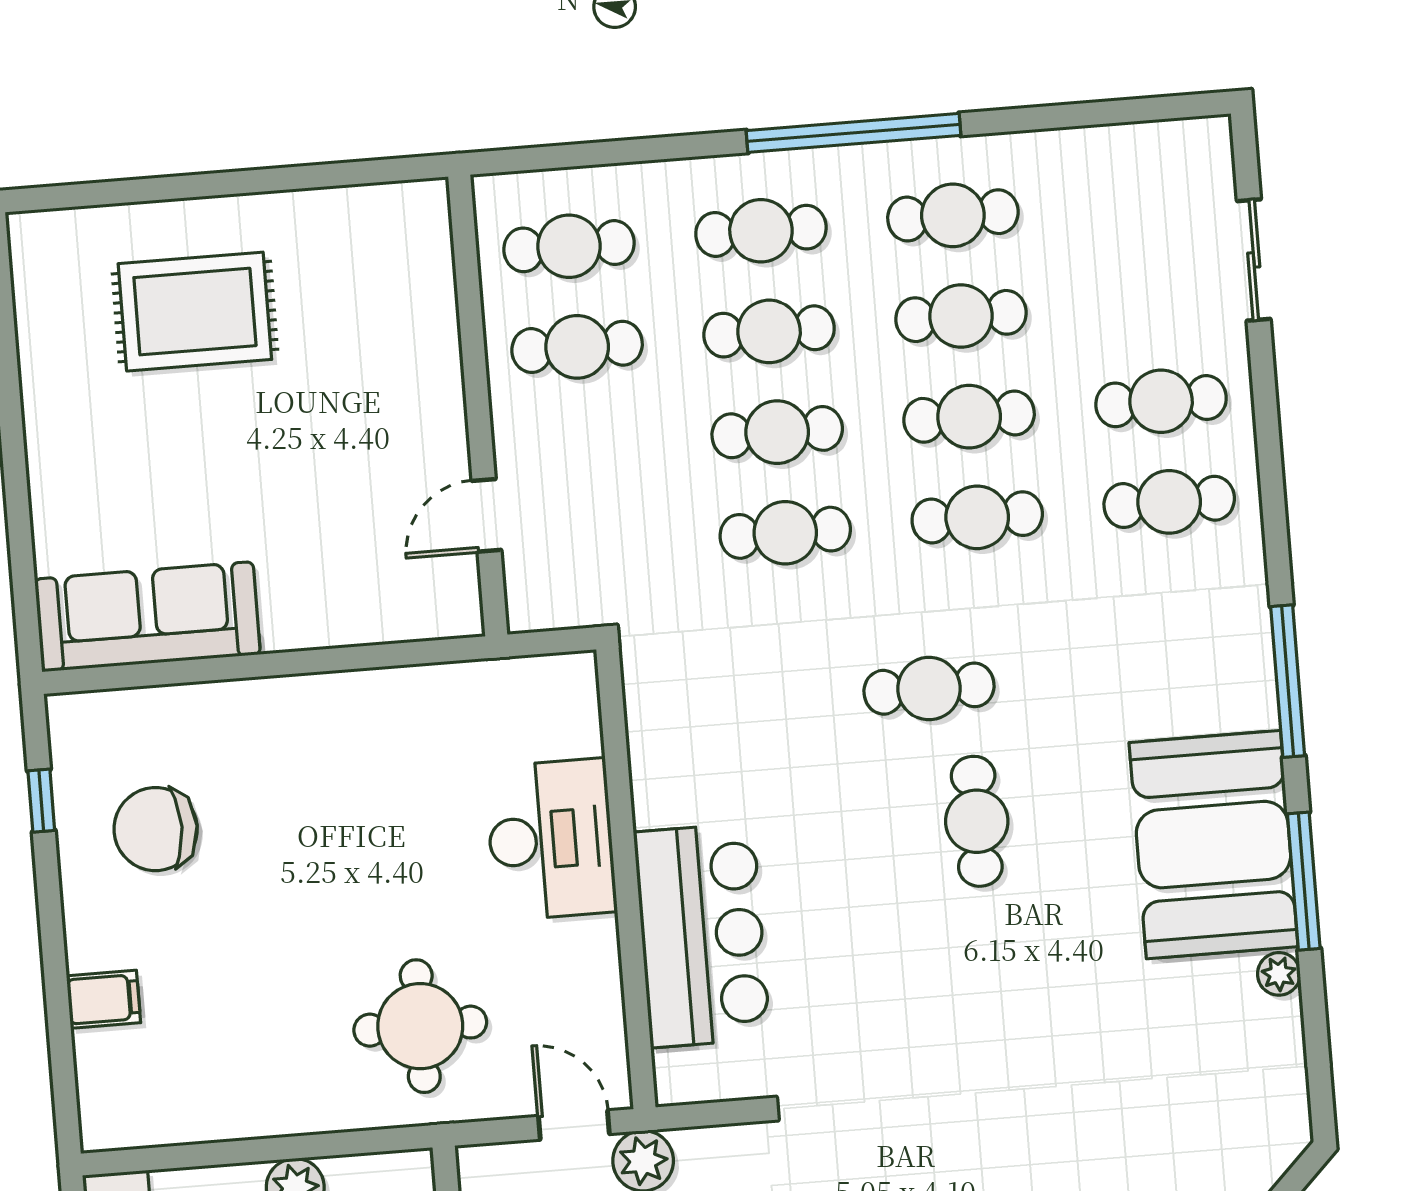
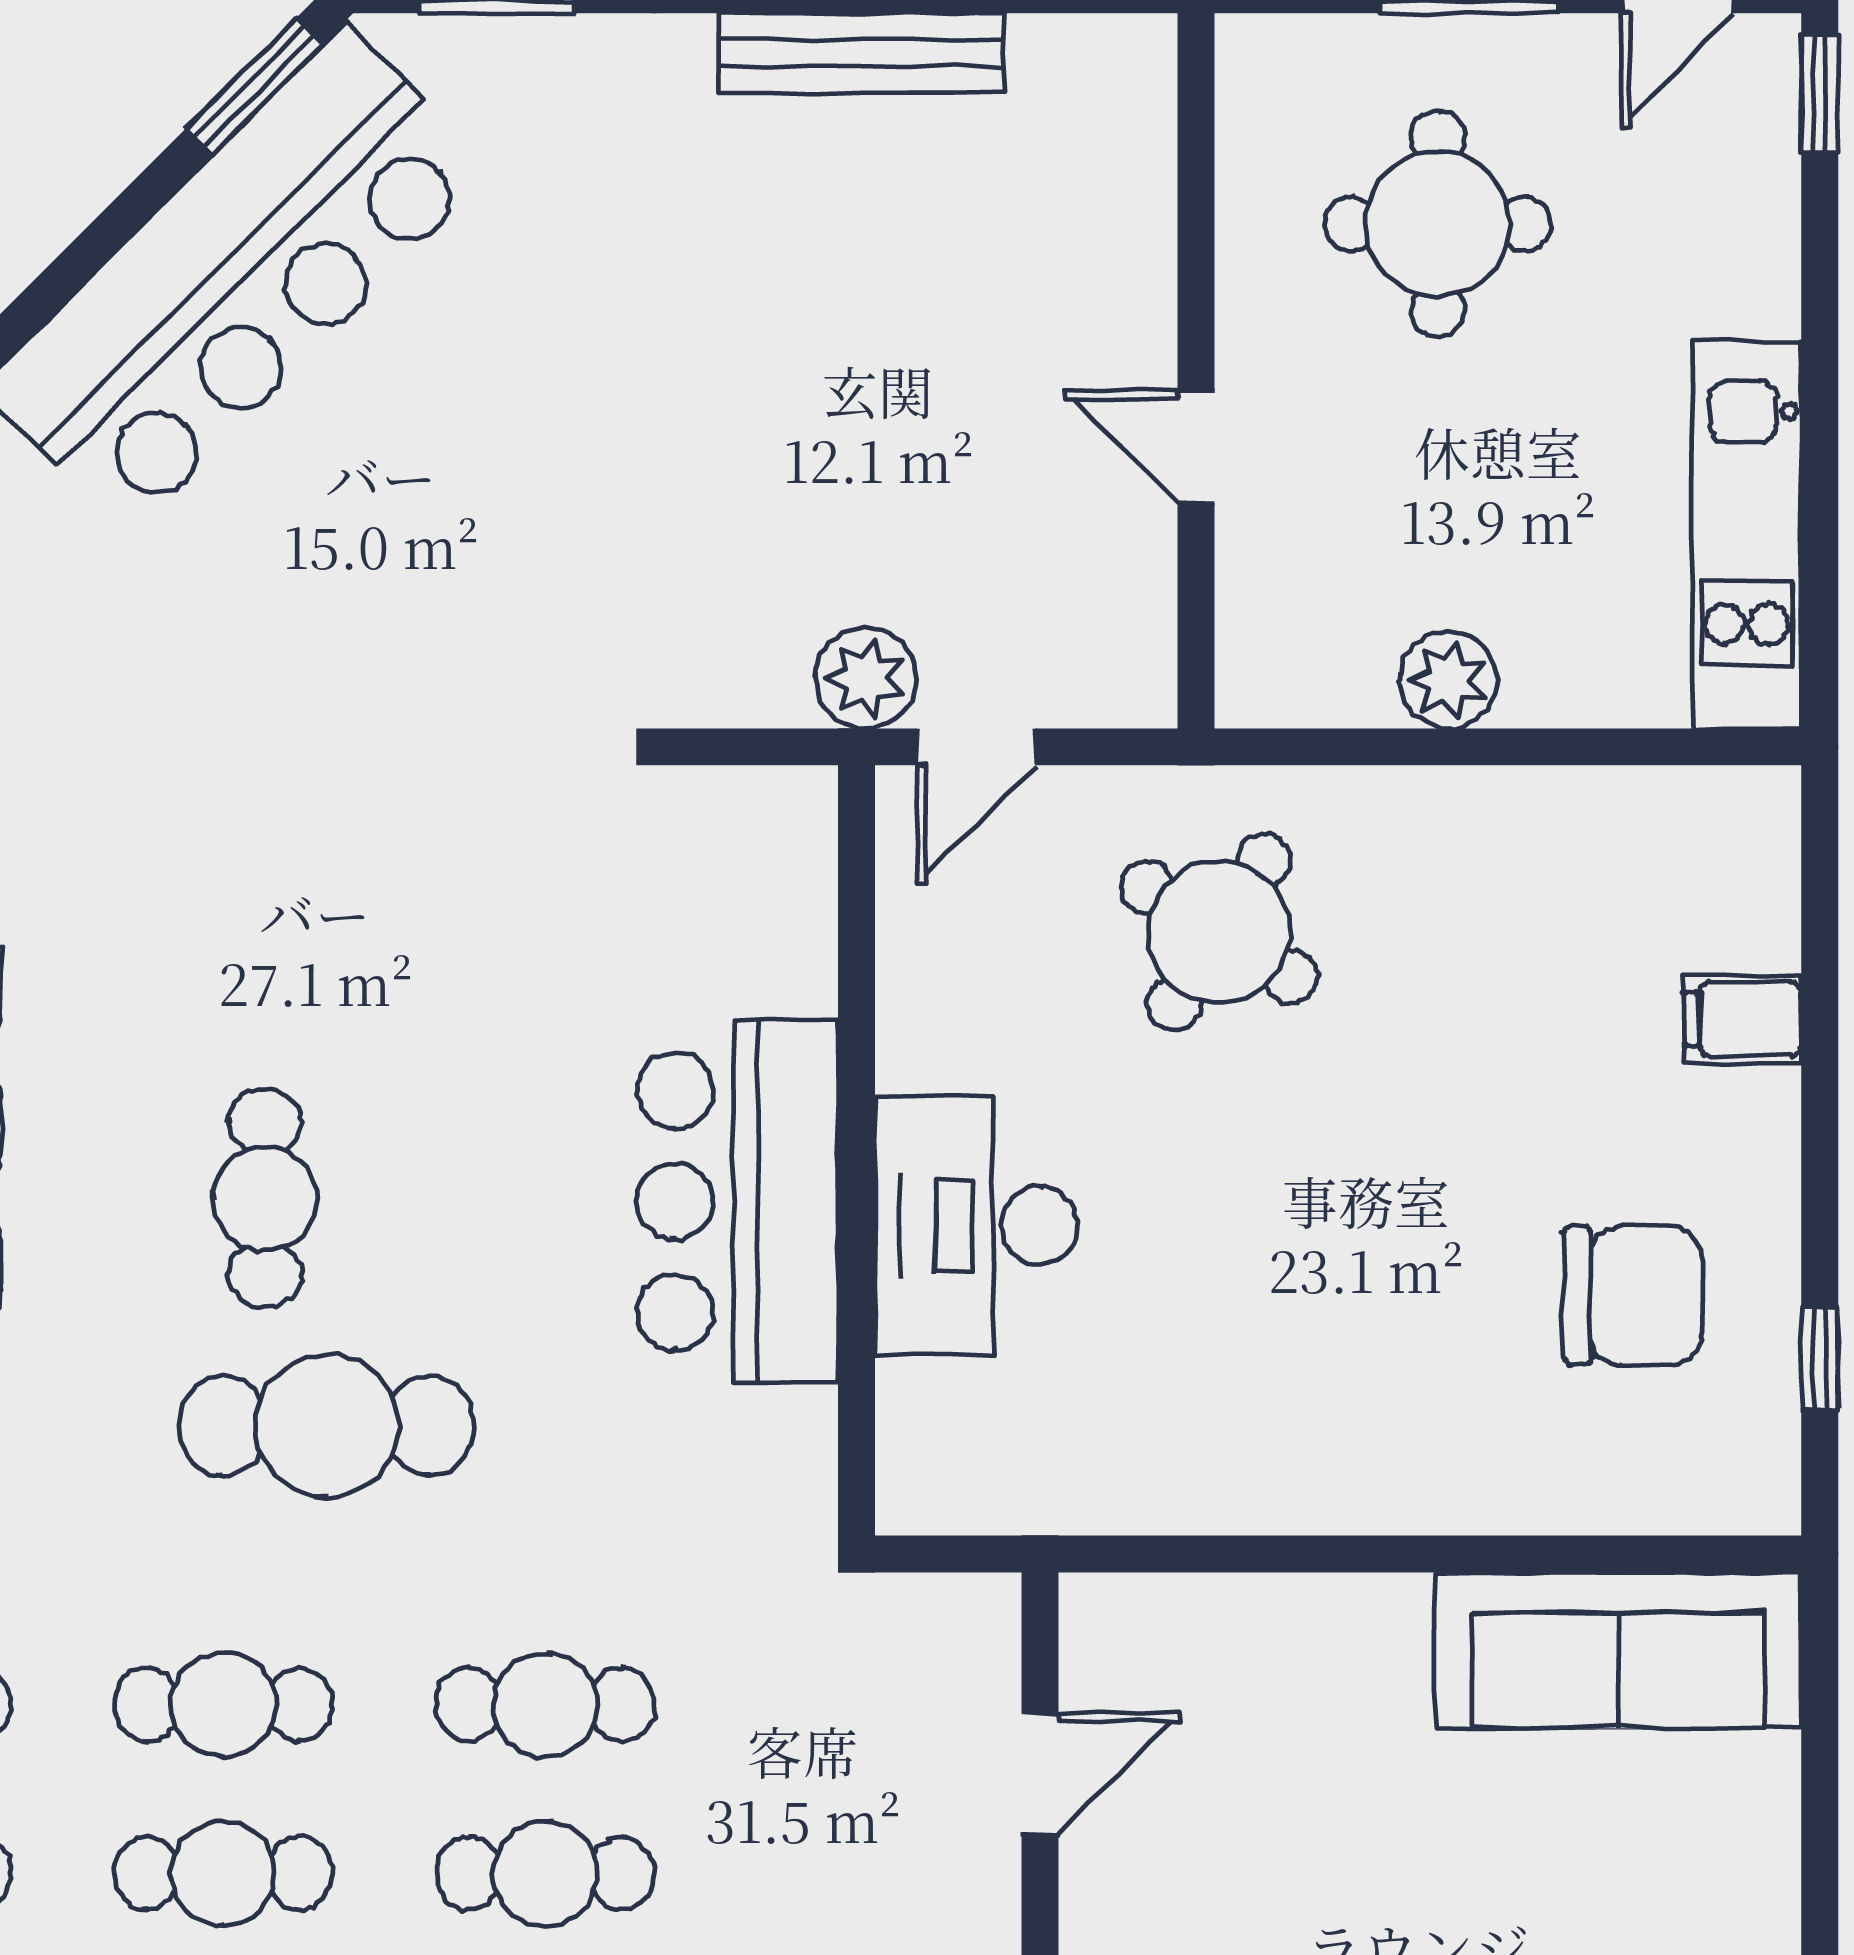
cafe table: (929, 689) -> (327, 1426), width x1.37, depth x1.35
bar counter: (702, 935) -> (738, 1201), moved
round table: (420, 1026) -> (1219, 932), turned 32
door: (574, 1125) -> (976, 747), hinge flipped

